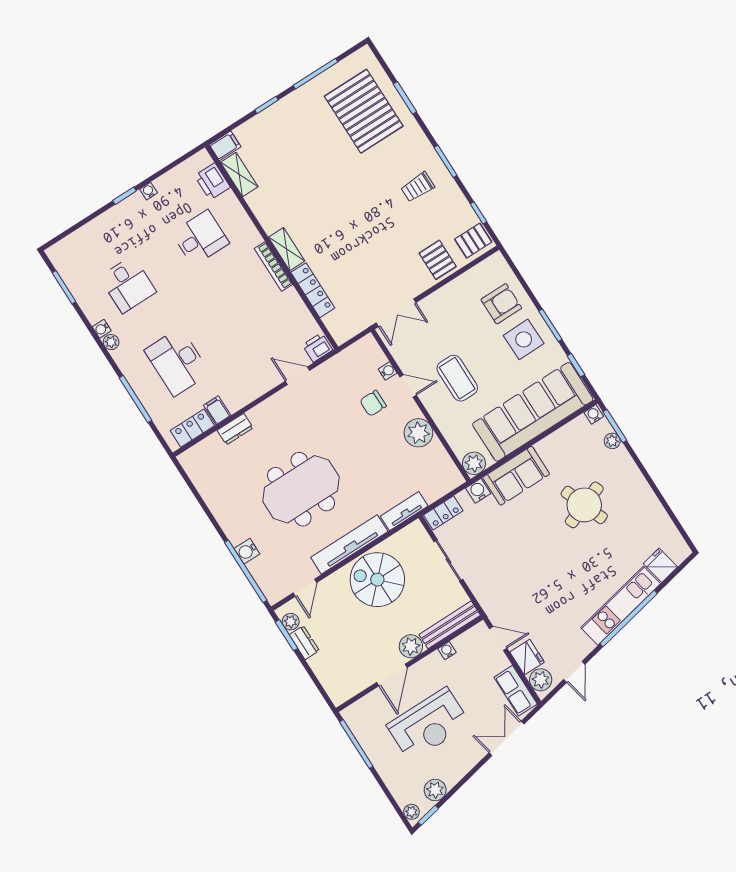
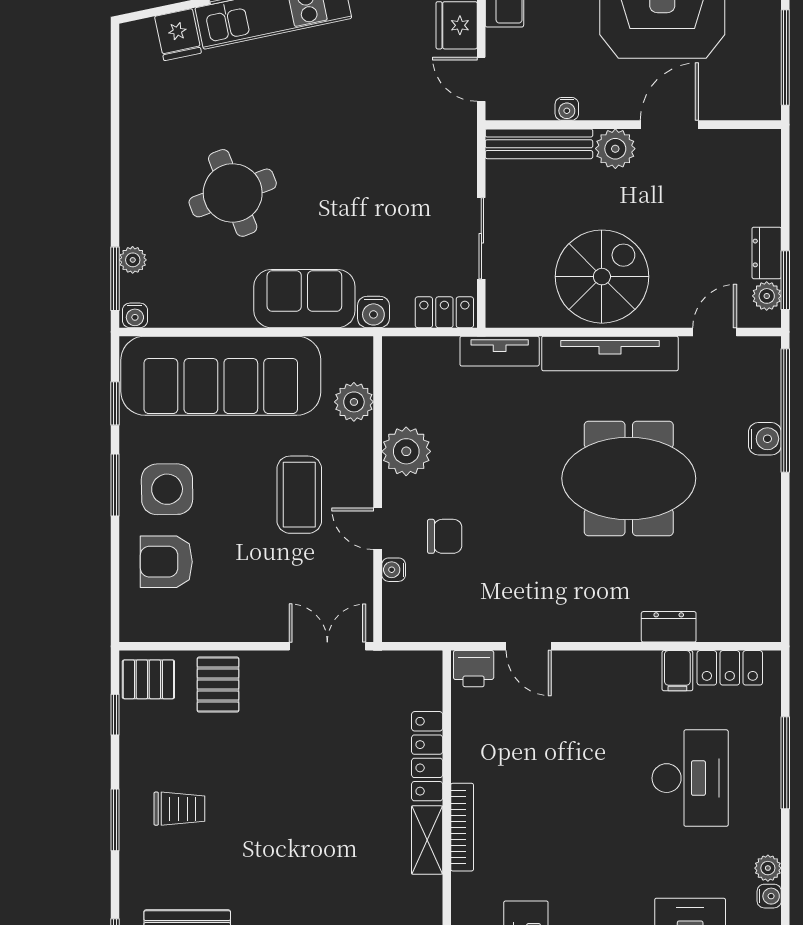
plant: (474, 463) -> (354, 402), moved
spiral stairs: (377, 580) -> (602, 277), turned -90

